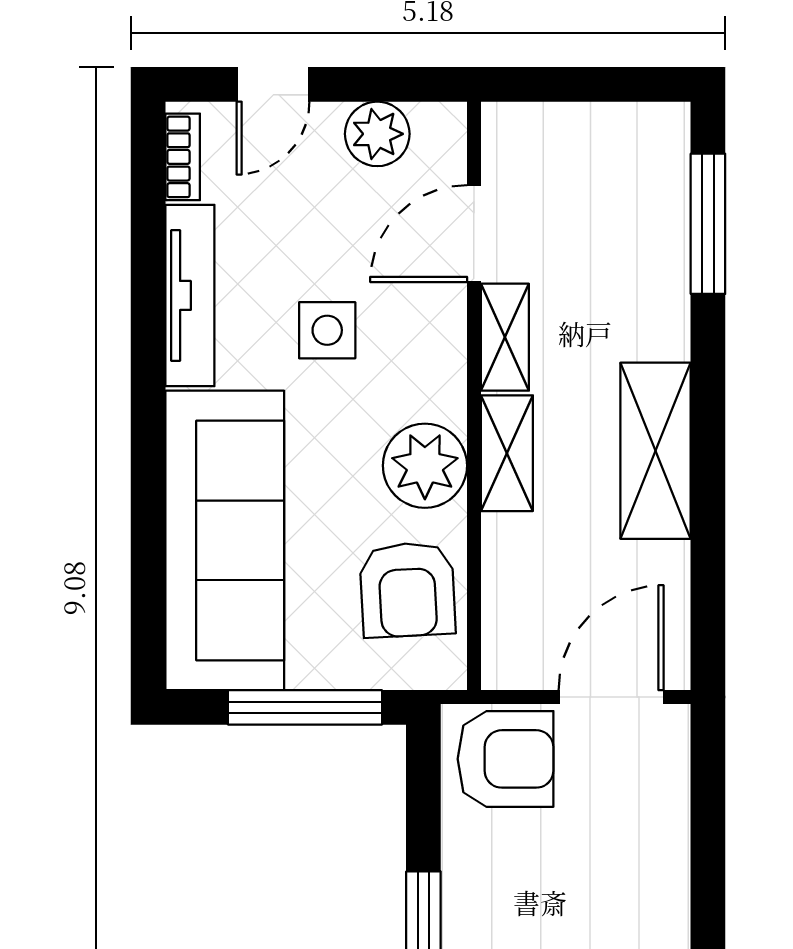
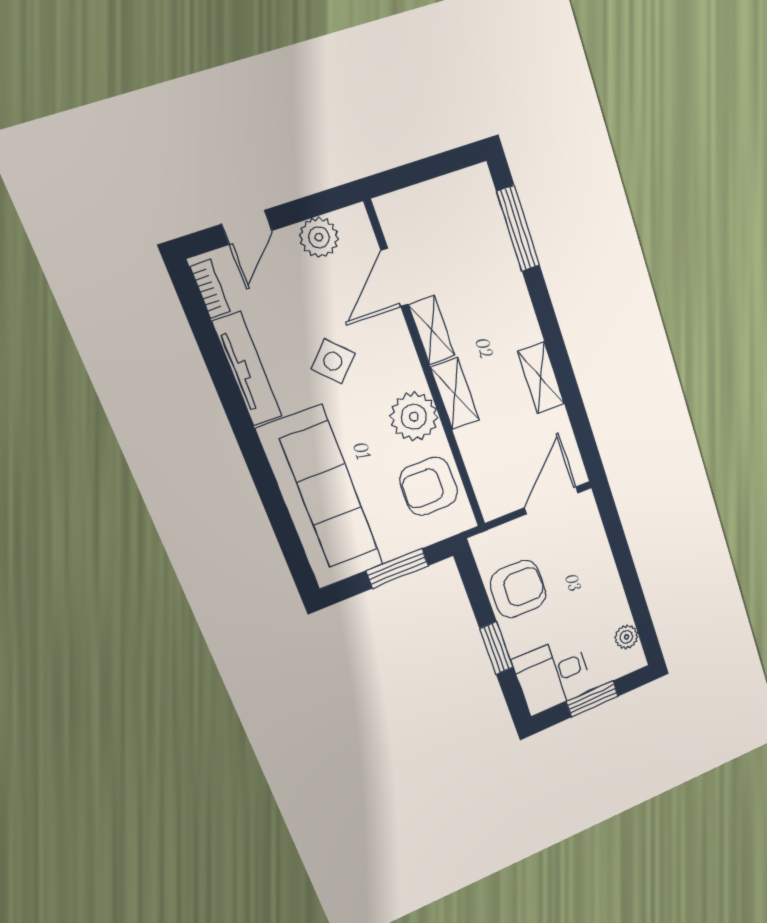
side table: (327, 330) -> (333, 361), turned 45
shelving: (656, 451) -> (541, 378), width x0.67, depth x0.75
armchair: (408, 590) -> (429, 486), turned 93
window: (305, 707) -> (397, 568), width x0.69
armchair: (506, 759) -> (518, 589), moved

